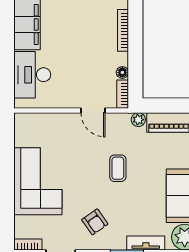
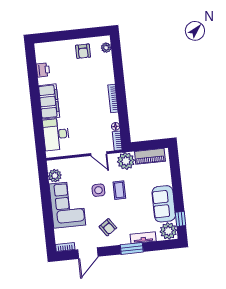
plant: (138, 120) -> (126, 161), width x1.87, depth x1.87
plant: (24, 136) -> (55, 176), added
side table: (87, 165) -> (98, 190), added

